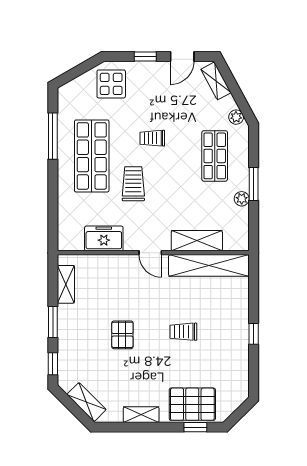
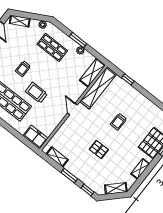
freezer: (104, 238) -> (36, 137), moved, turned 90
shelving: (197, 241) -> (92, 73), moved
door: (150, 253) -> (72, 109), swing flipped
window: (254, 334) -> (128, 79), moved

